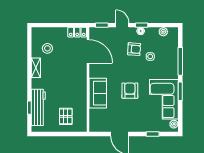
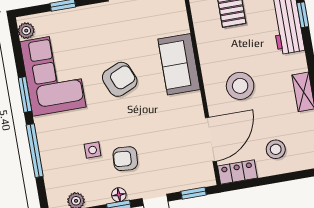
stool: (47, 48) -> (276, 149), moved
door: (88, 51) -> (211, 139), swing flipped
stool: (68, 76) -> (240, 86), added
armchair: (130, 91) -> (120, 79), turned -113

